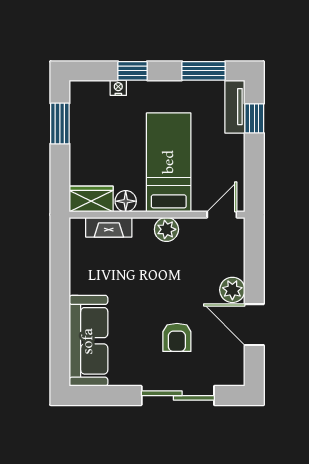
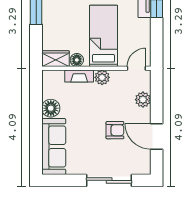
fireplace: (109, 227) -> (79, 76), moved
floor lamp: (84, 279) -> (51, 108), added
plant: (232, 290) -> (143, 100), moved
armchair: (177, 337) -> (115, 130), moved, turned -90

